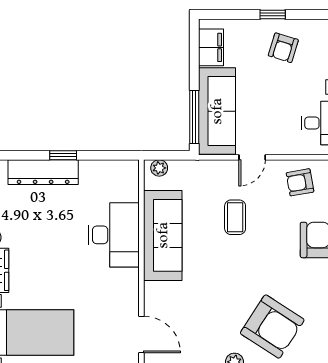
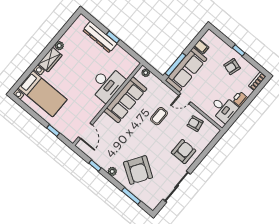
filing cabinet: (211, 47) -> (201, 47), width x0.50

